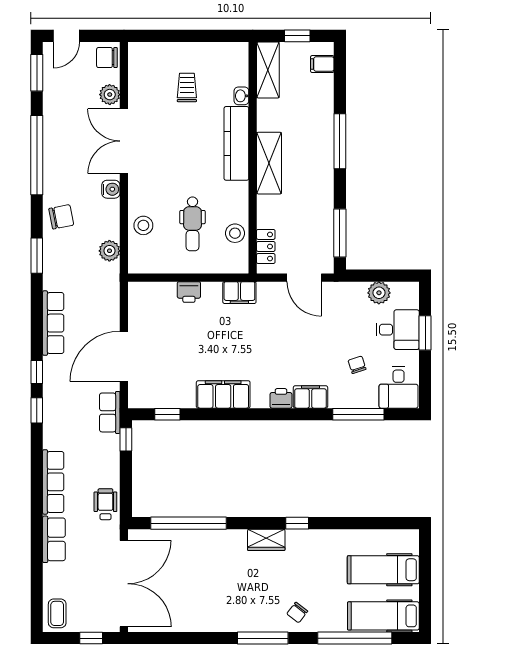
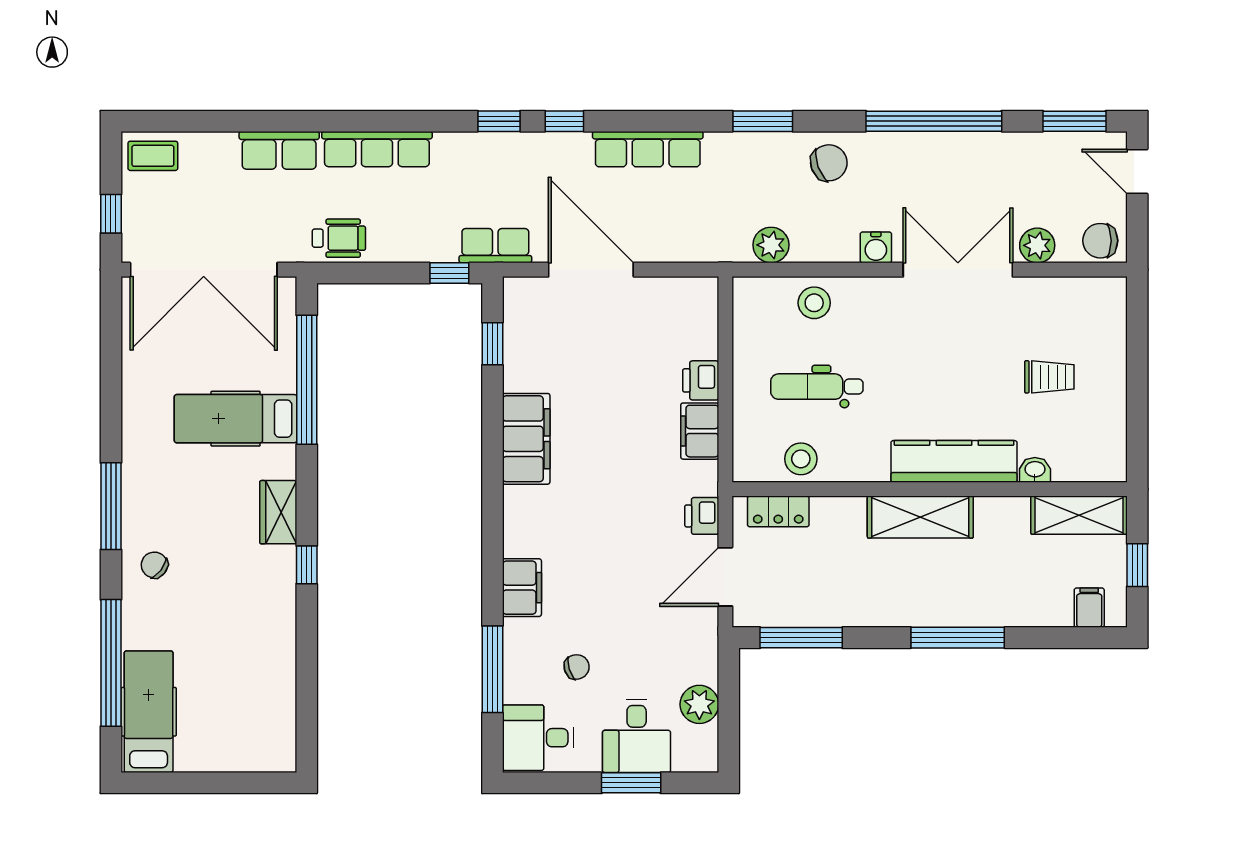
chair: (107, 58) -> (1100, 241), turned -90
chair: (61, 217) -> (829, 163), turned -99
filing cabinet: (239, 293) -> (700, 431), moved
printer: (281, 398) -> (702, 516), moved, turned 180
hospital bed: (383, 570) -> (236, 419), moved, turned -90

